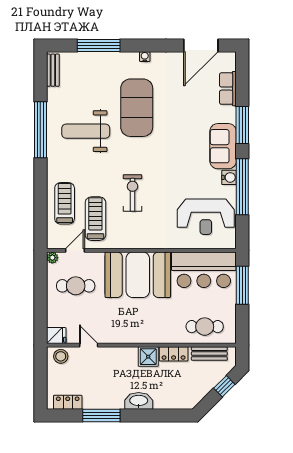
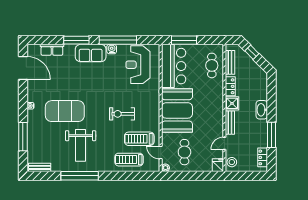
reception desk: (206, 217) -> (138, 65), turned 180
bench: (120, 353) -> (230, 123), added

